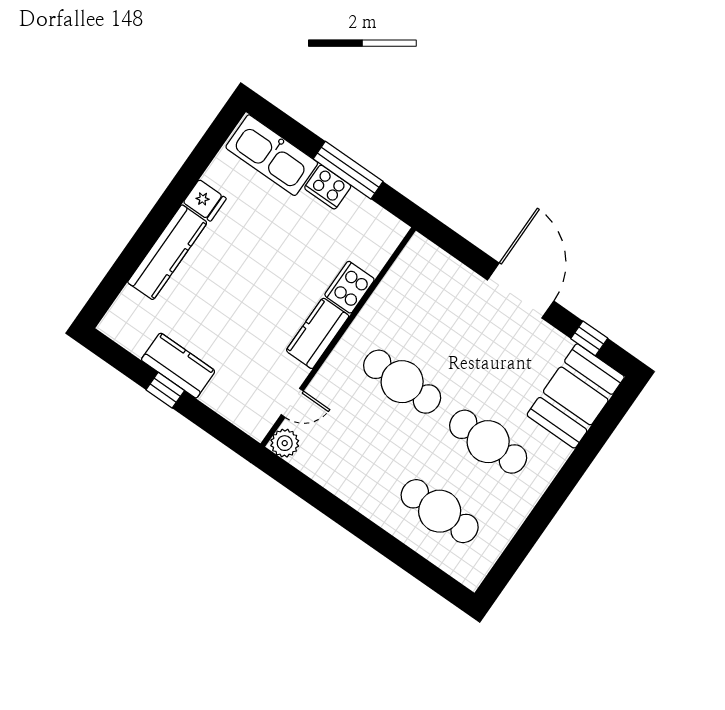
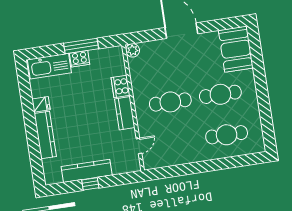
window: (589, 338) -> (221, 25), removed
kitchen counter: (178, 365) -> (87, 171), width x1.50
plant: (285, 443) -> (133, 50), moved

